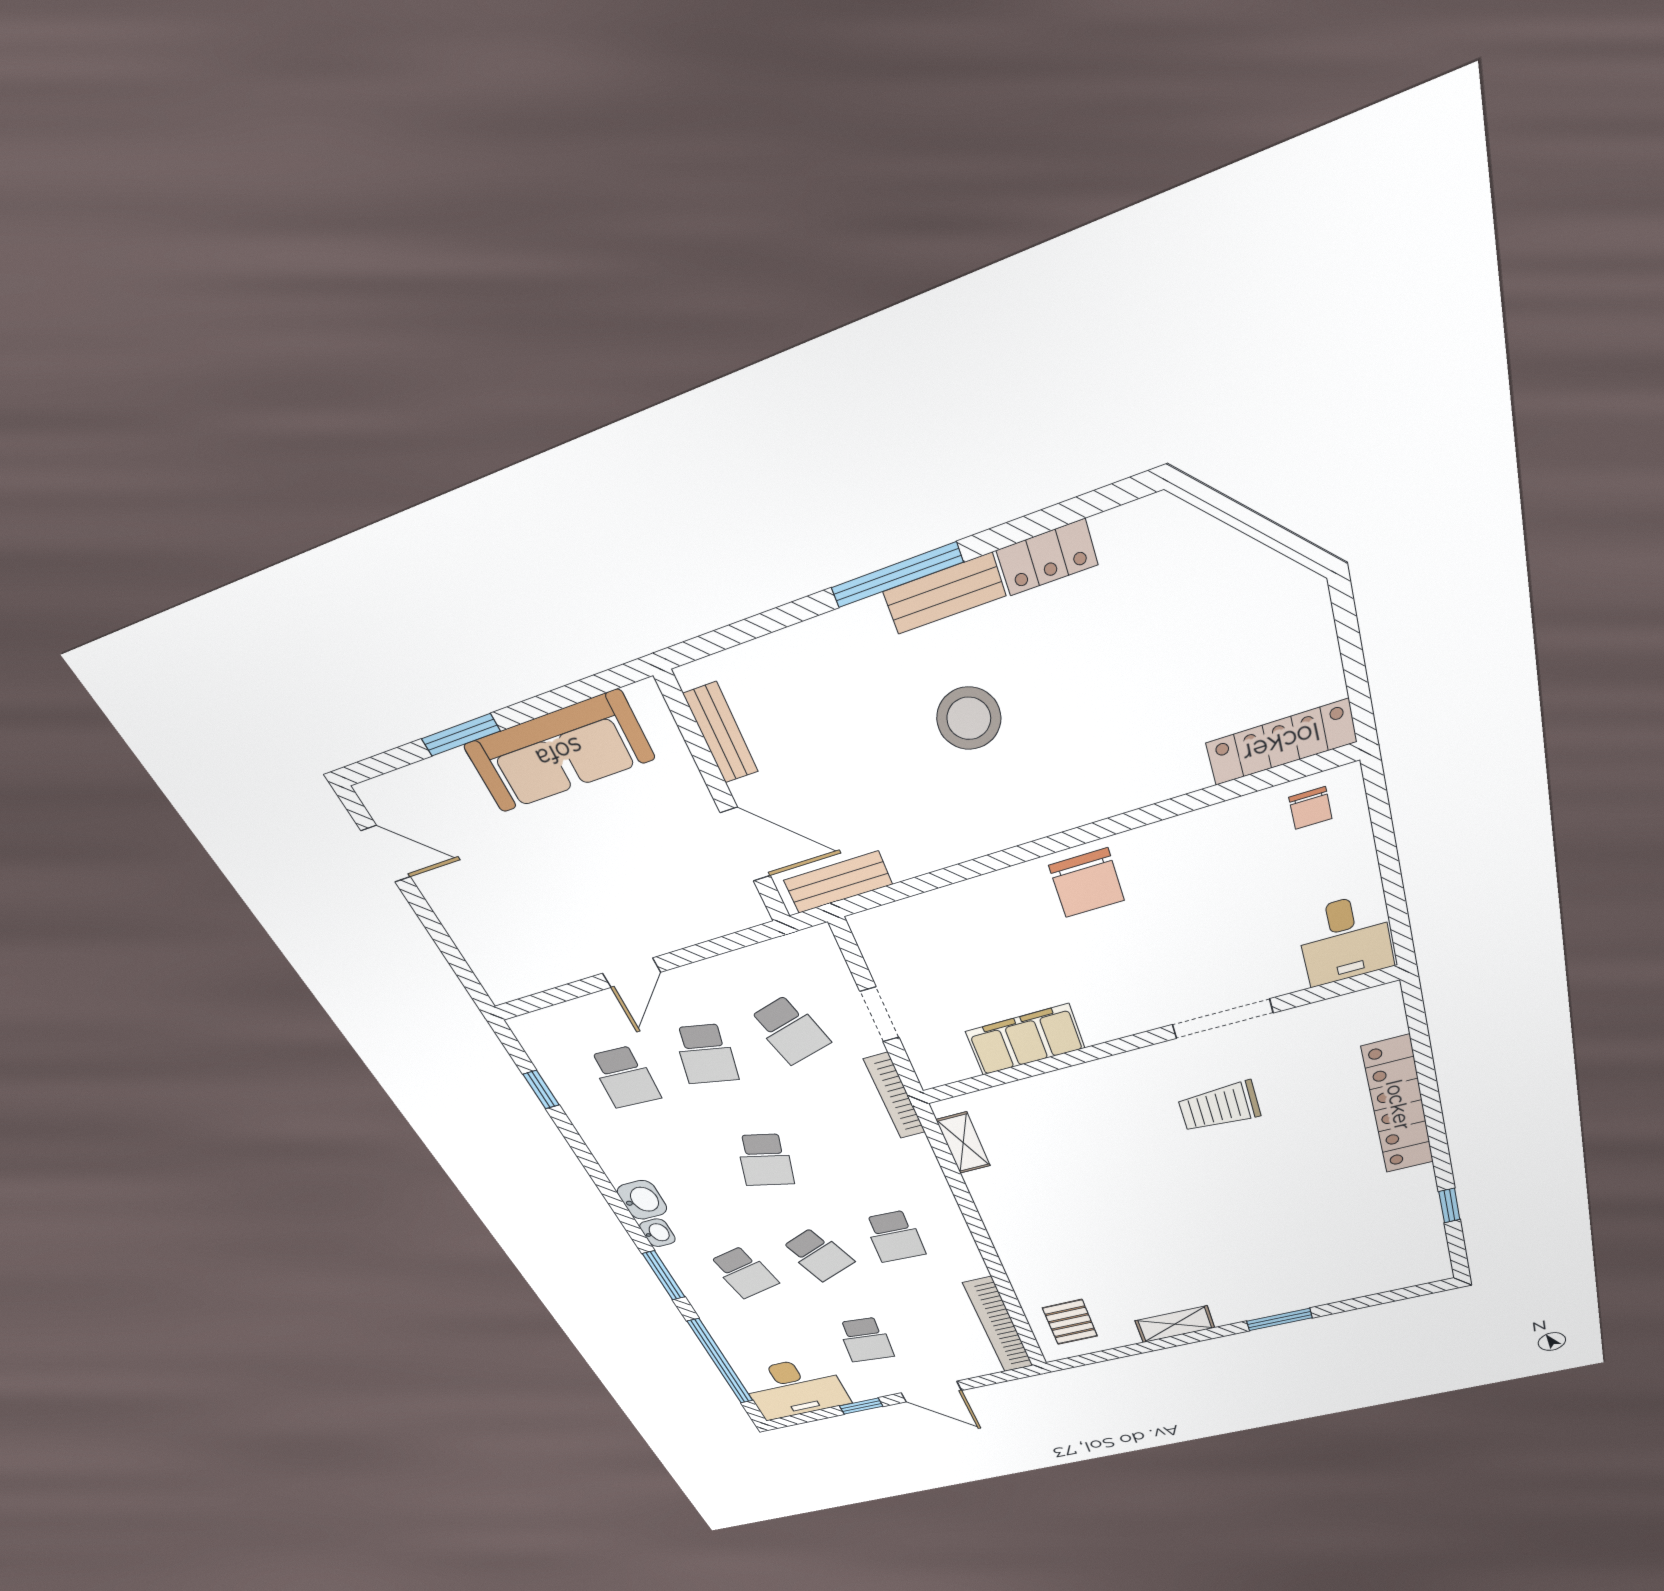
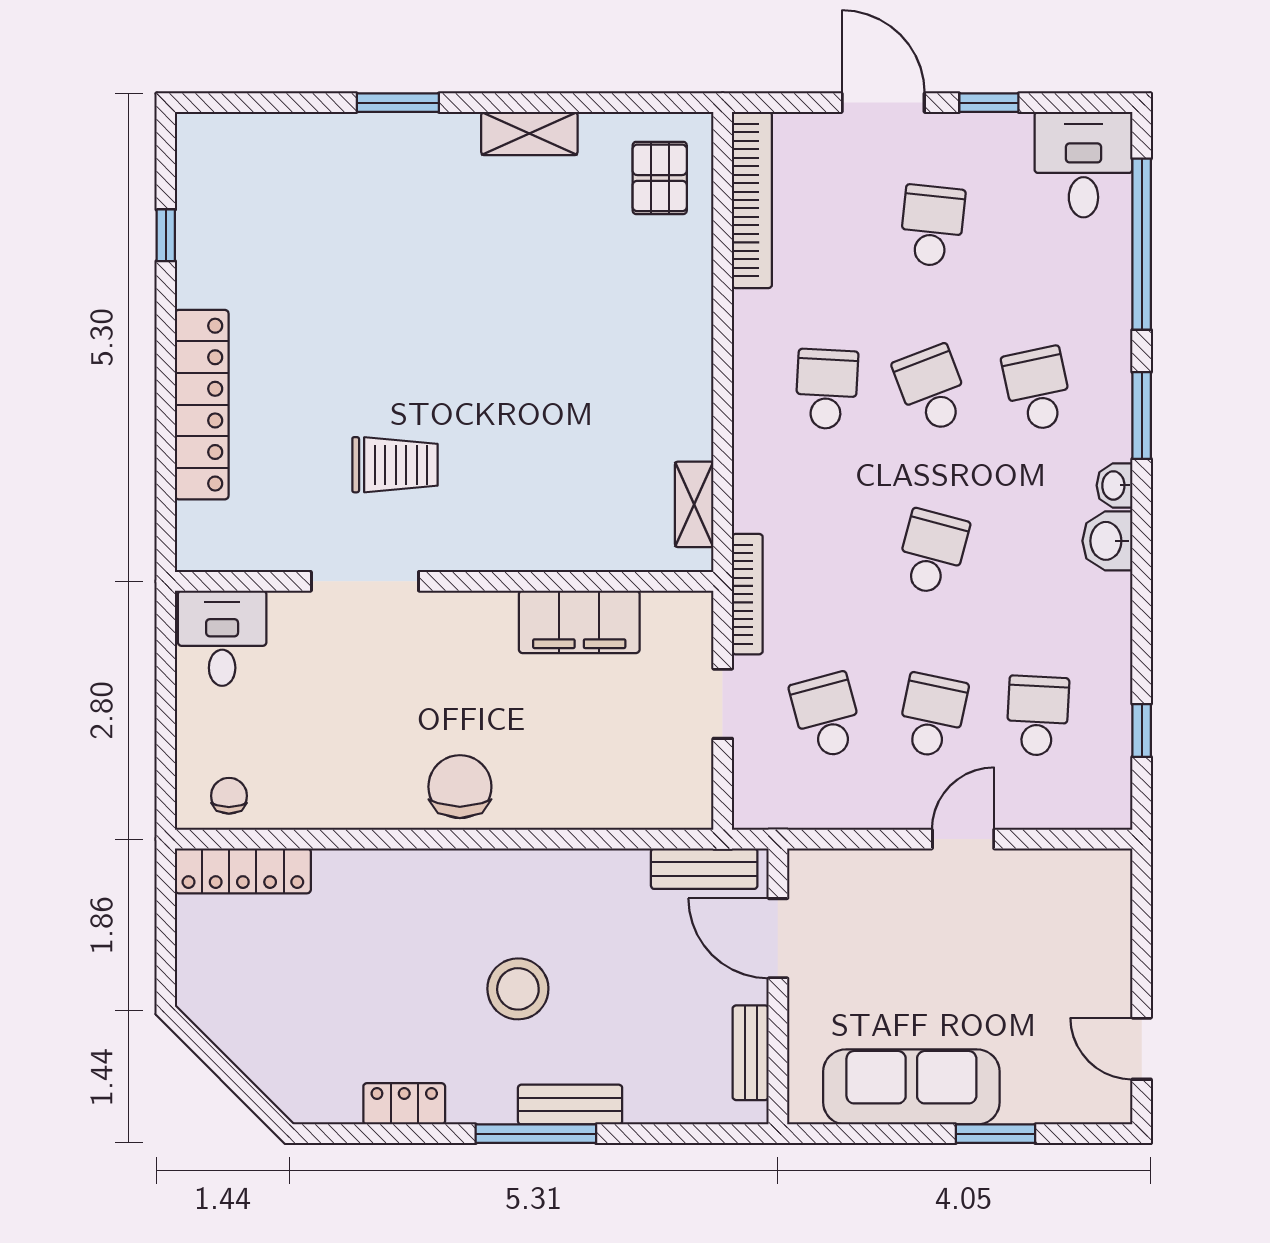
bench: (944, 594) -> (570, 1105), moved
desk: (794, 1388) -> (1083, 165), width x0.73

